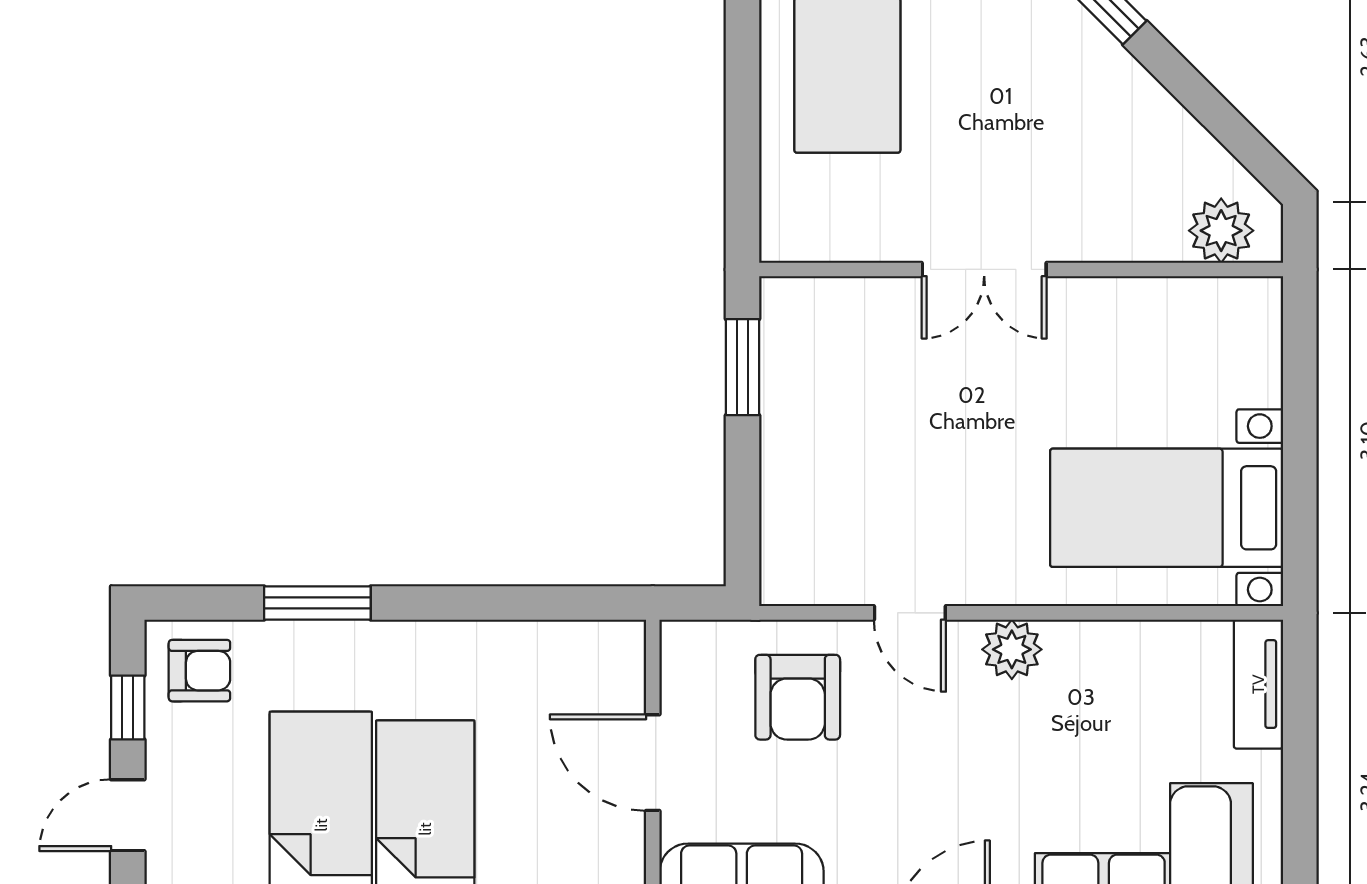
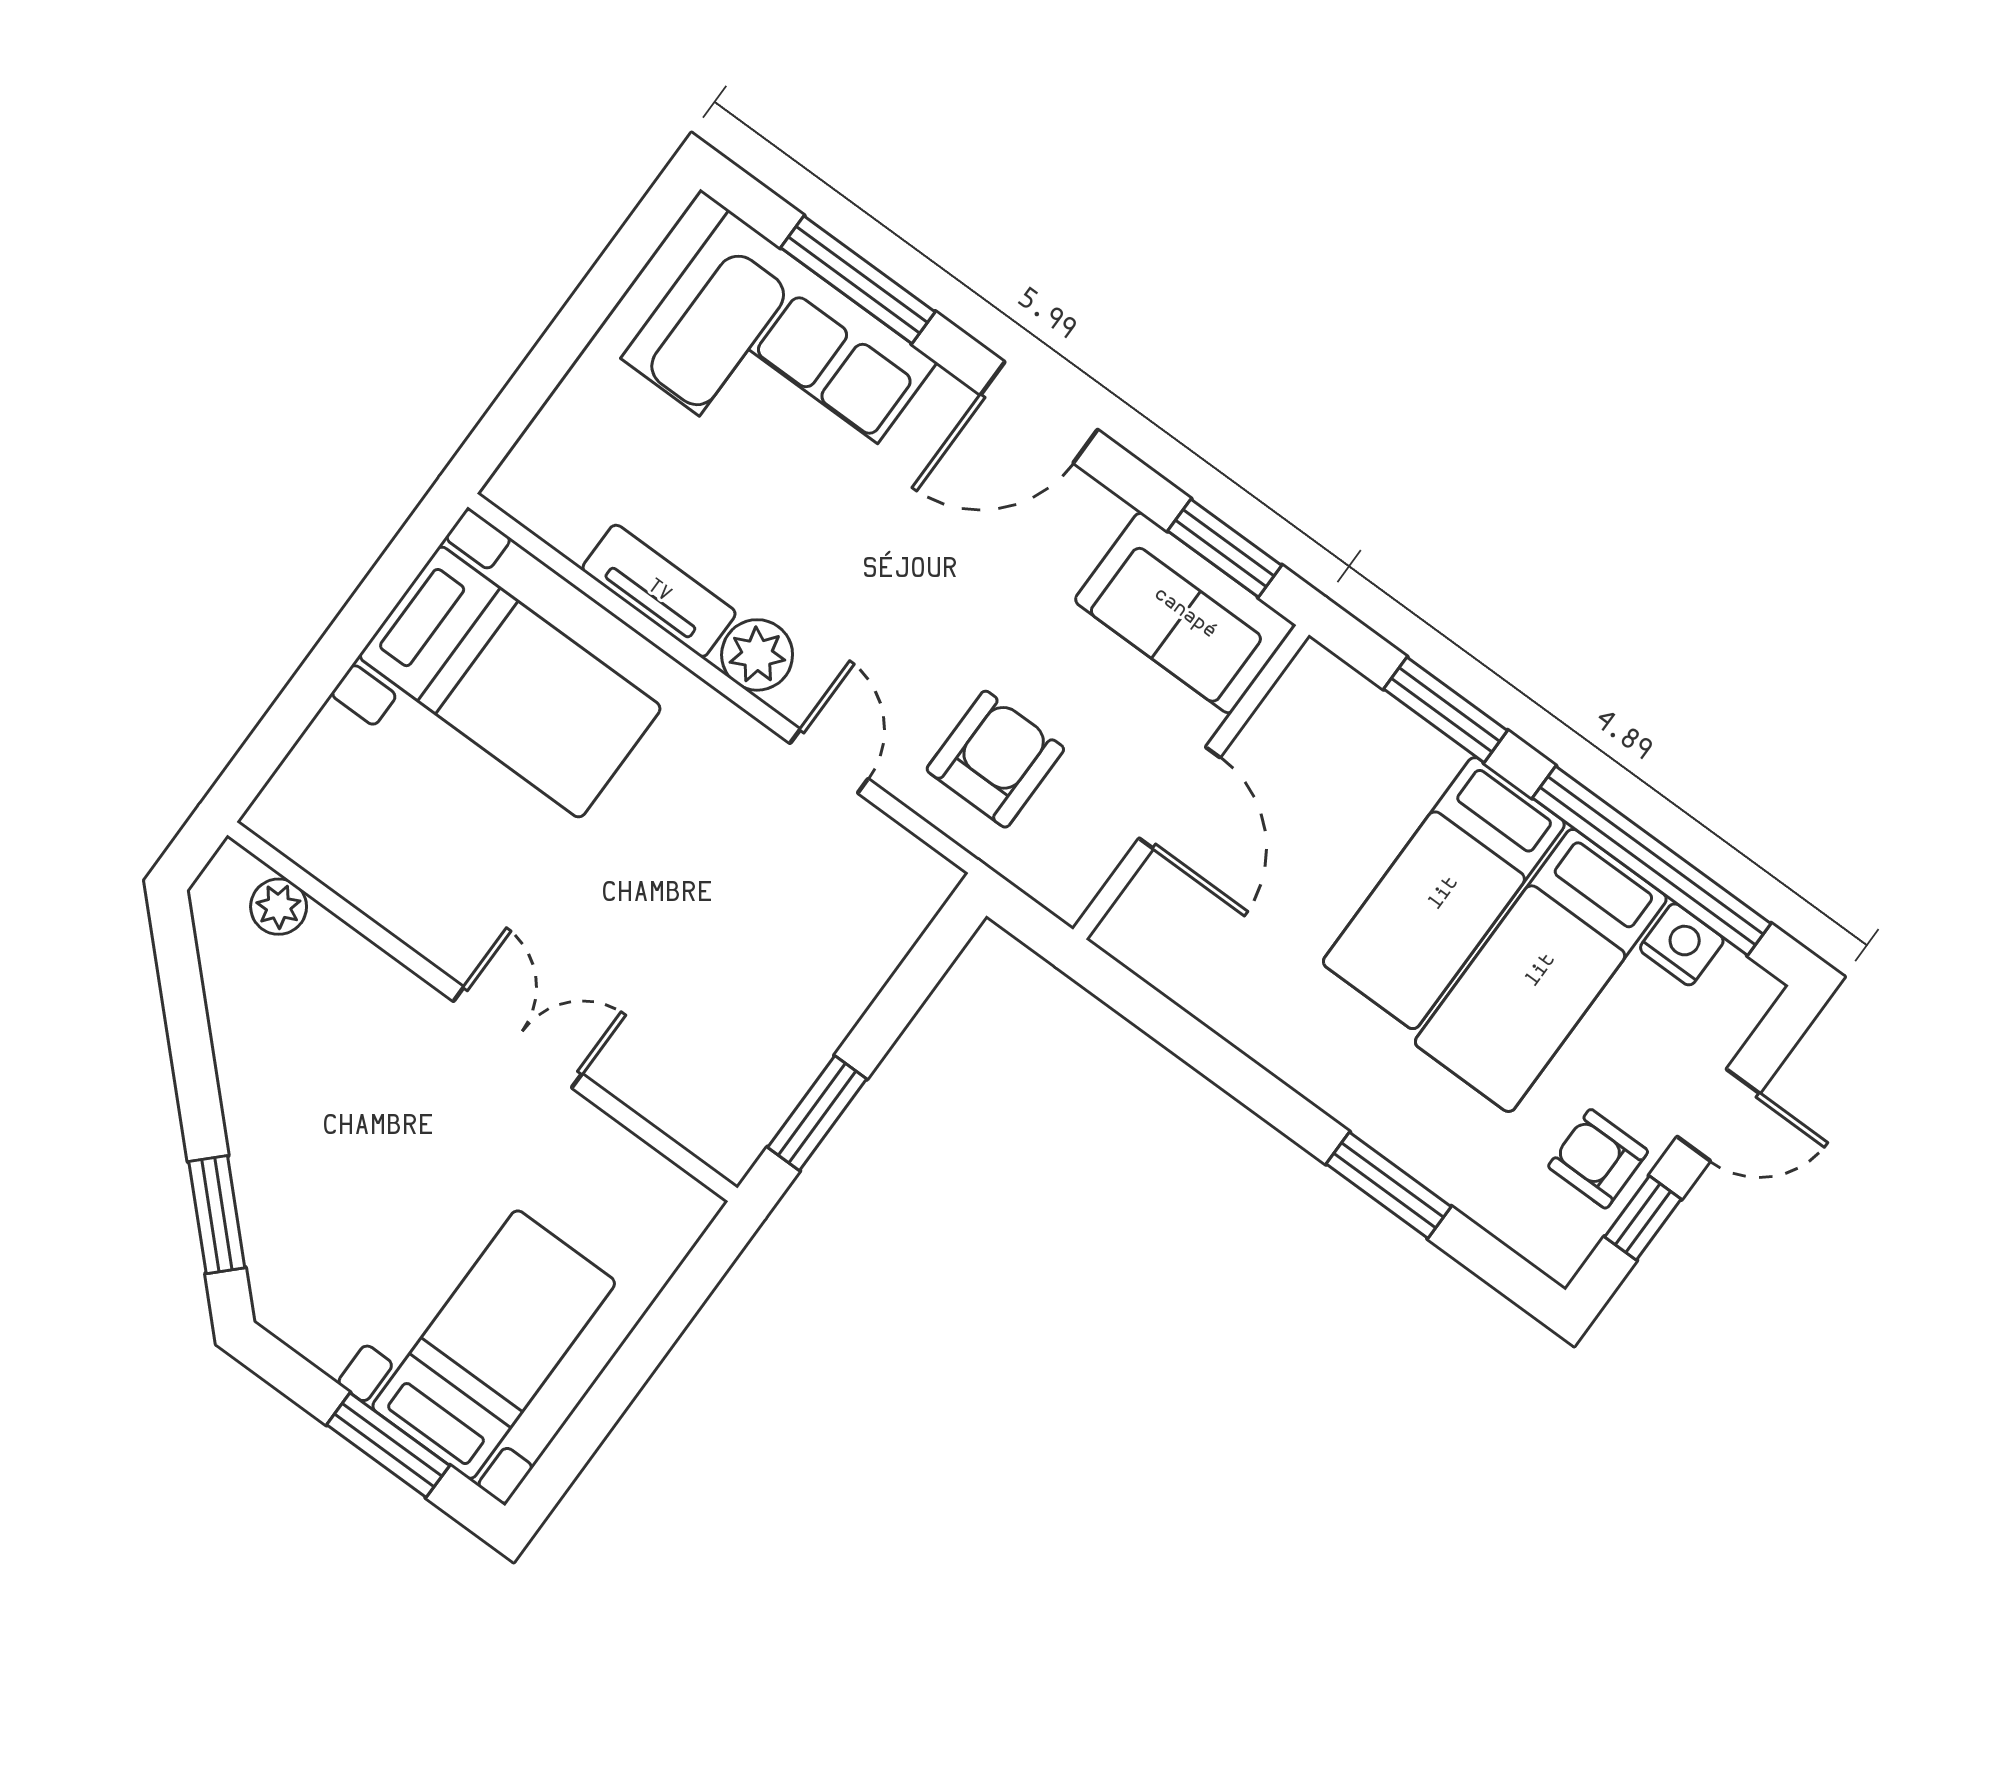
plant: (1221, 231) -> (279, 907), width x0.73, depth x0.73
armchair: (199, 671) -> (1598, 1159), moved
tv unit: (1258, 684) -> (659, 591), moved, turned -90

